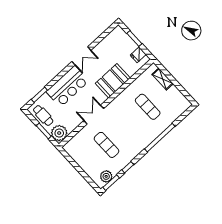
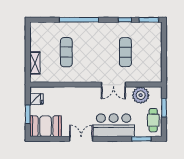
booth: (113, 81) -> (46, 126), moved
plant: (59, 133) -> (141, 95), moved
plant: (106, 176) -> (148, 28), removed

